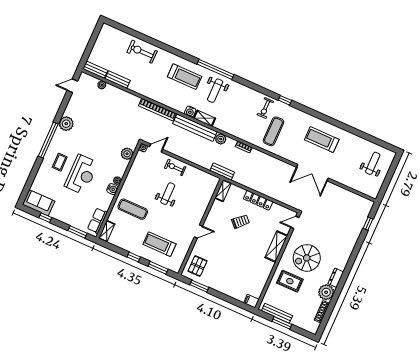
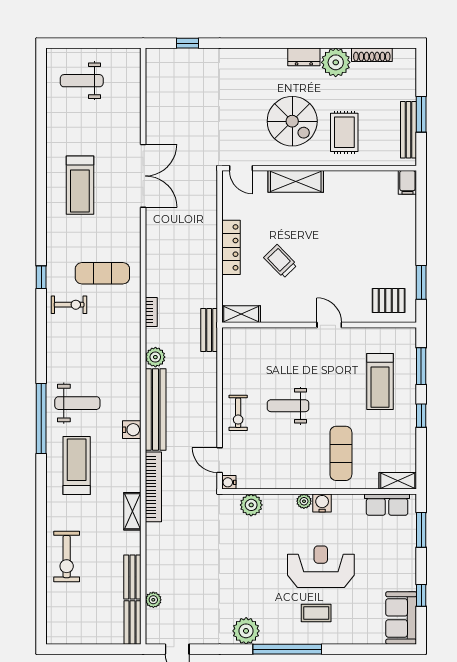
shelving: (205, 118) -> (132, 511), moved

